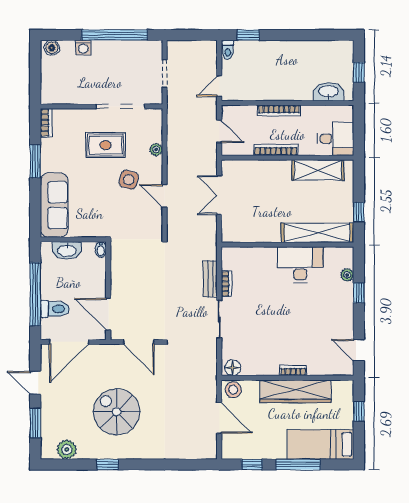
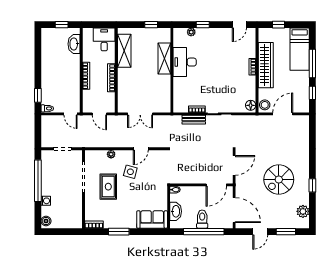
door: (219, 131) -> (99, 114), swing flipped
sofa: (54, 205) -> (152, 219), width x0.73
shelving: (317, 233) -> (164, 59), width x0.68
toilet: (55, 309) -> (202, 219), moved

